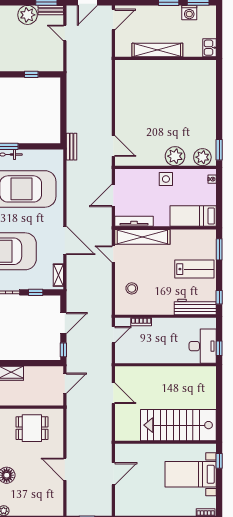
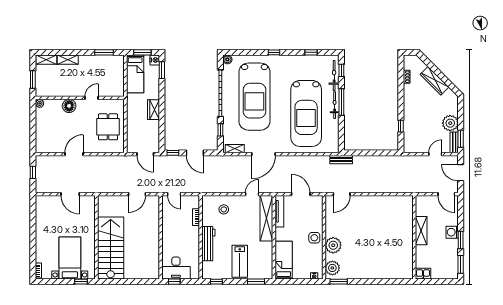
washing machine: (189, 13) -> (452, 232), moved
shelving: (157, 50) -> (421, 231), width x0.68
workbench: (195, 307) -> (208, 244), moved
door: (113, 335) -> (174, 194), moved

